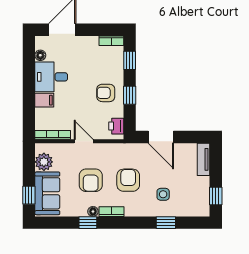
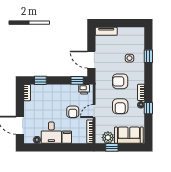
armchair: (106, 93) -> (73, 112), moved
window: (130, 95) -> (77, 80), moved
door: (161, 137) -> (91, 60), swing flipped
armchair: (91, 180) -> (120, 106), turned 90
window: (29, 195) -> (112, 147), moved
window: (216, 196) -> (131, 23), removed

